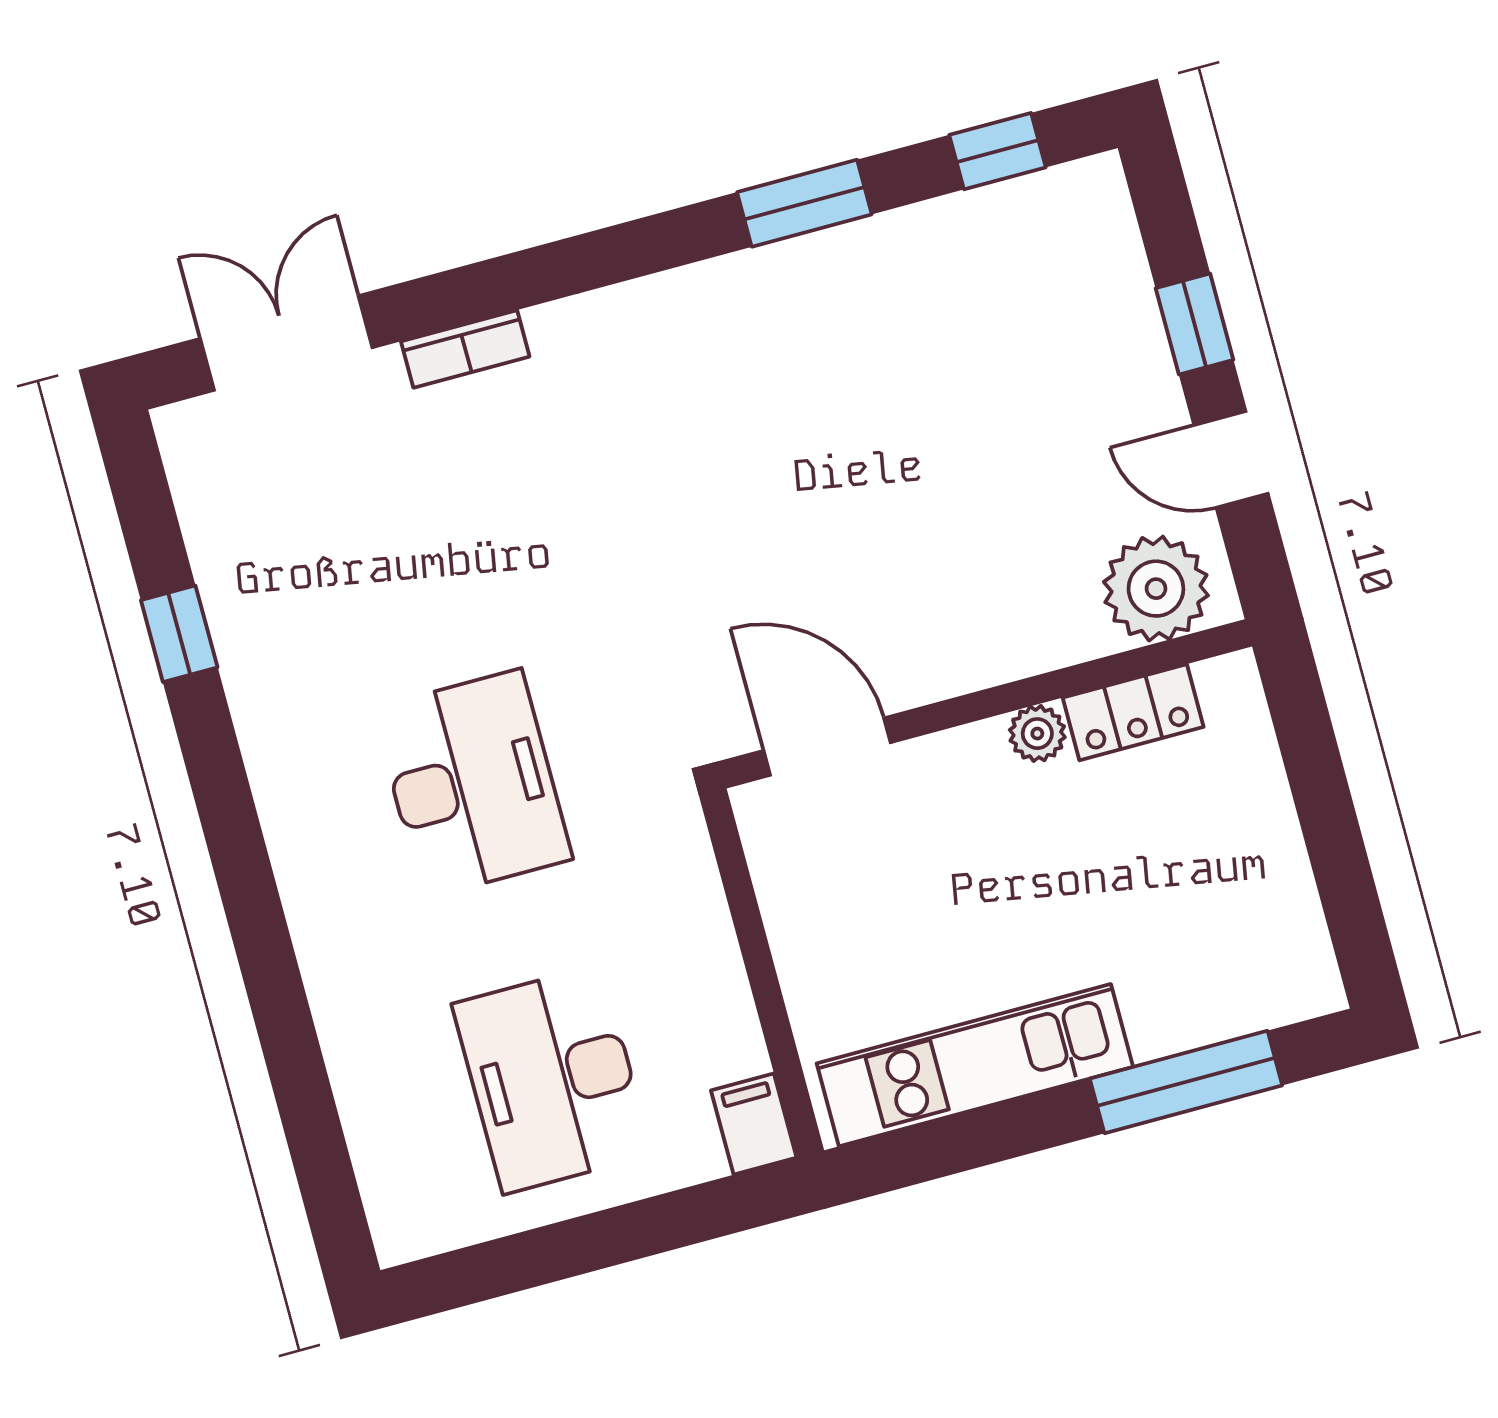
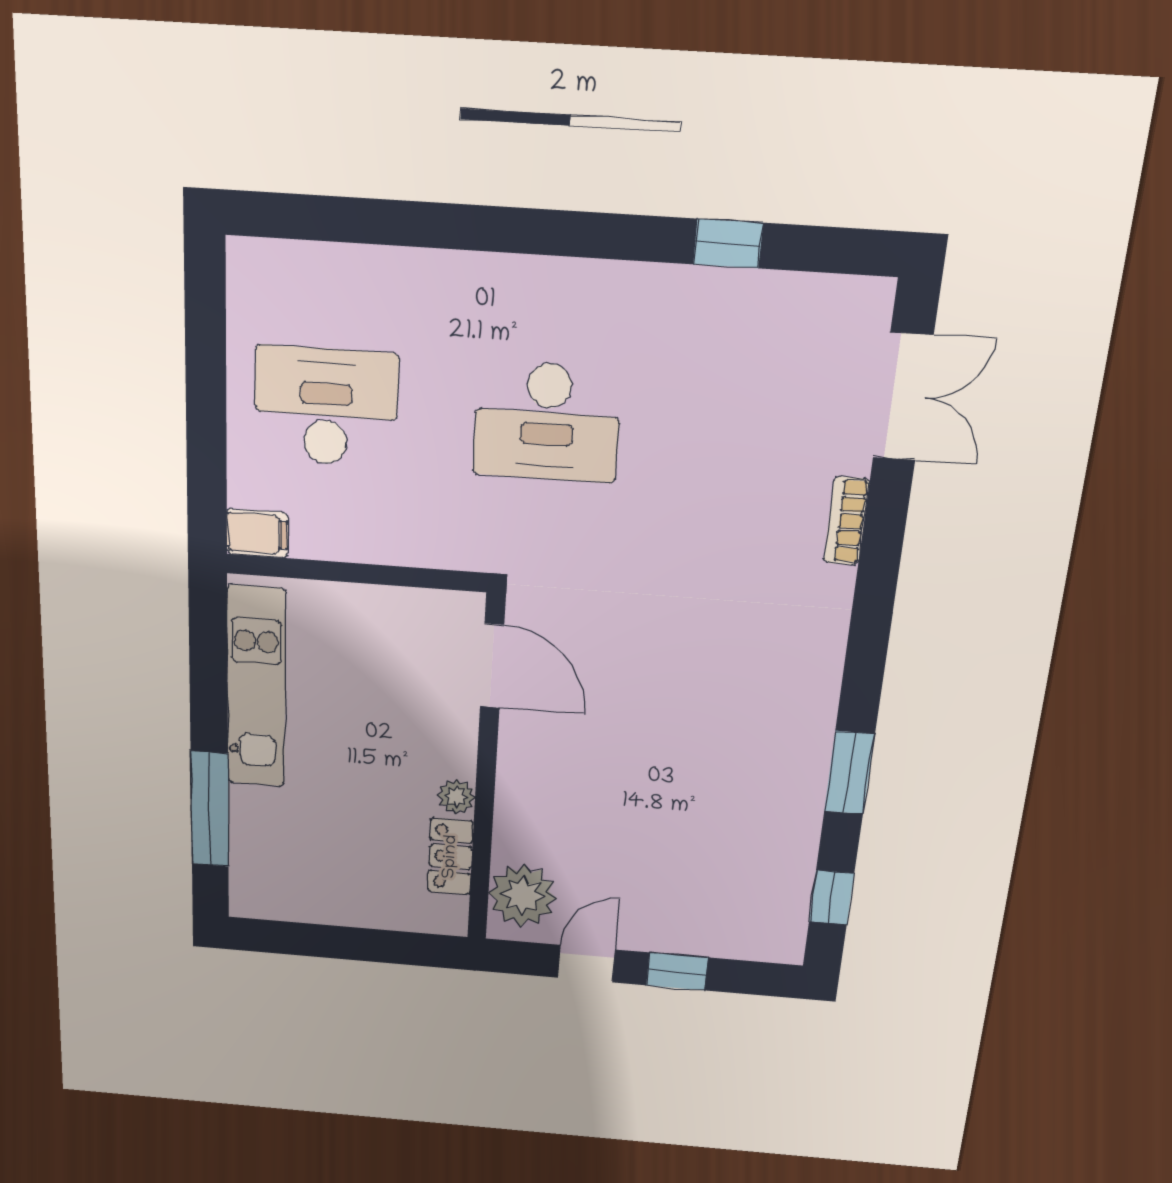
door: (827, 747) -> (492, 666), hinge flipped

